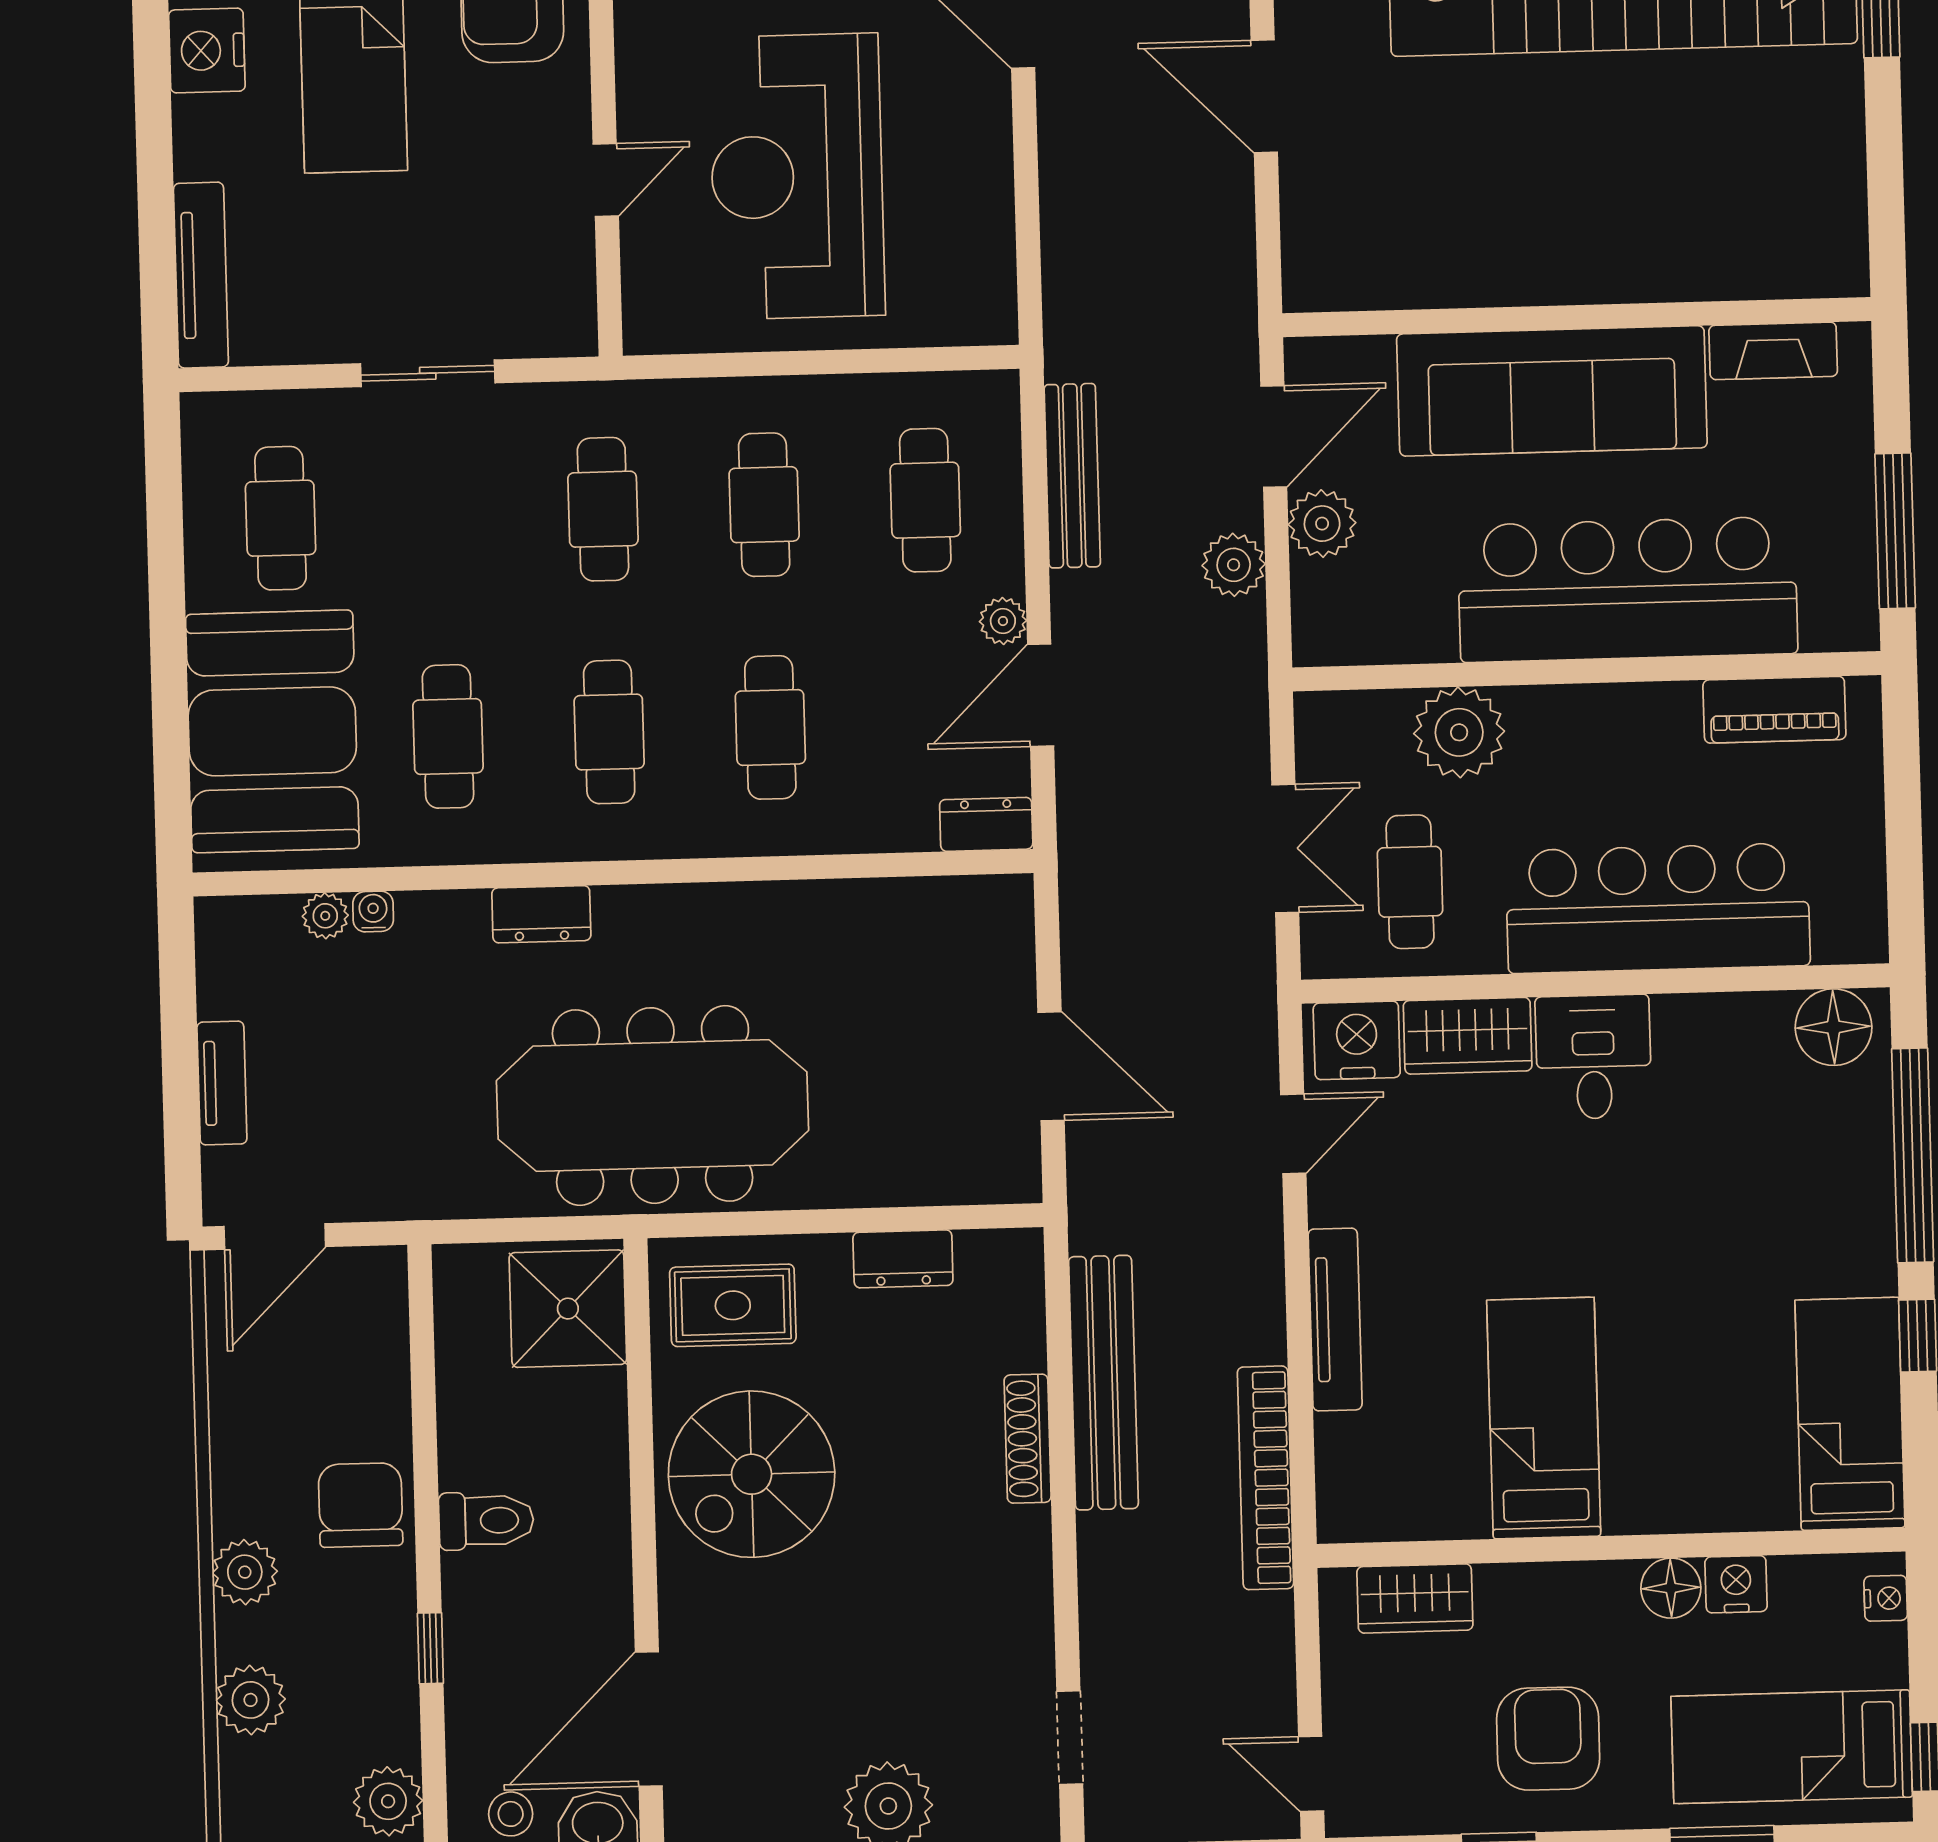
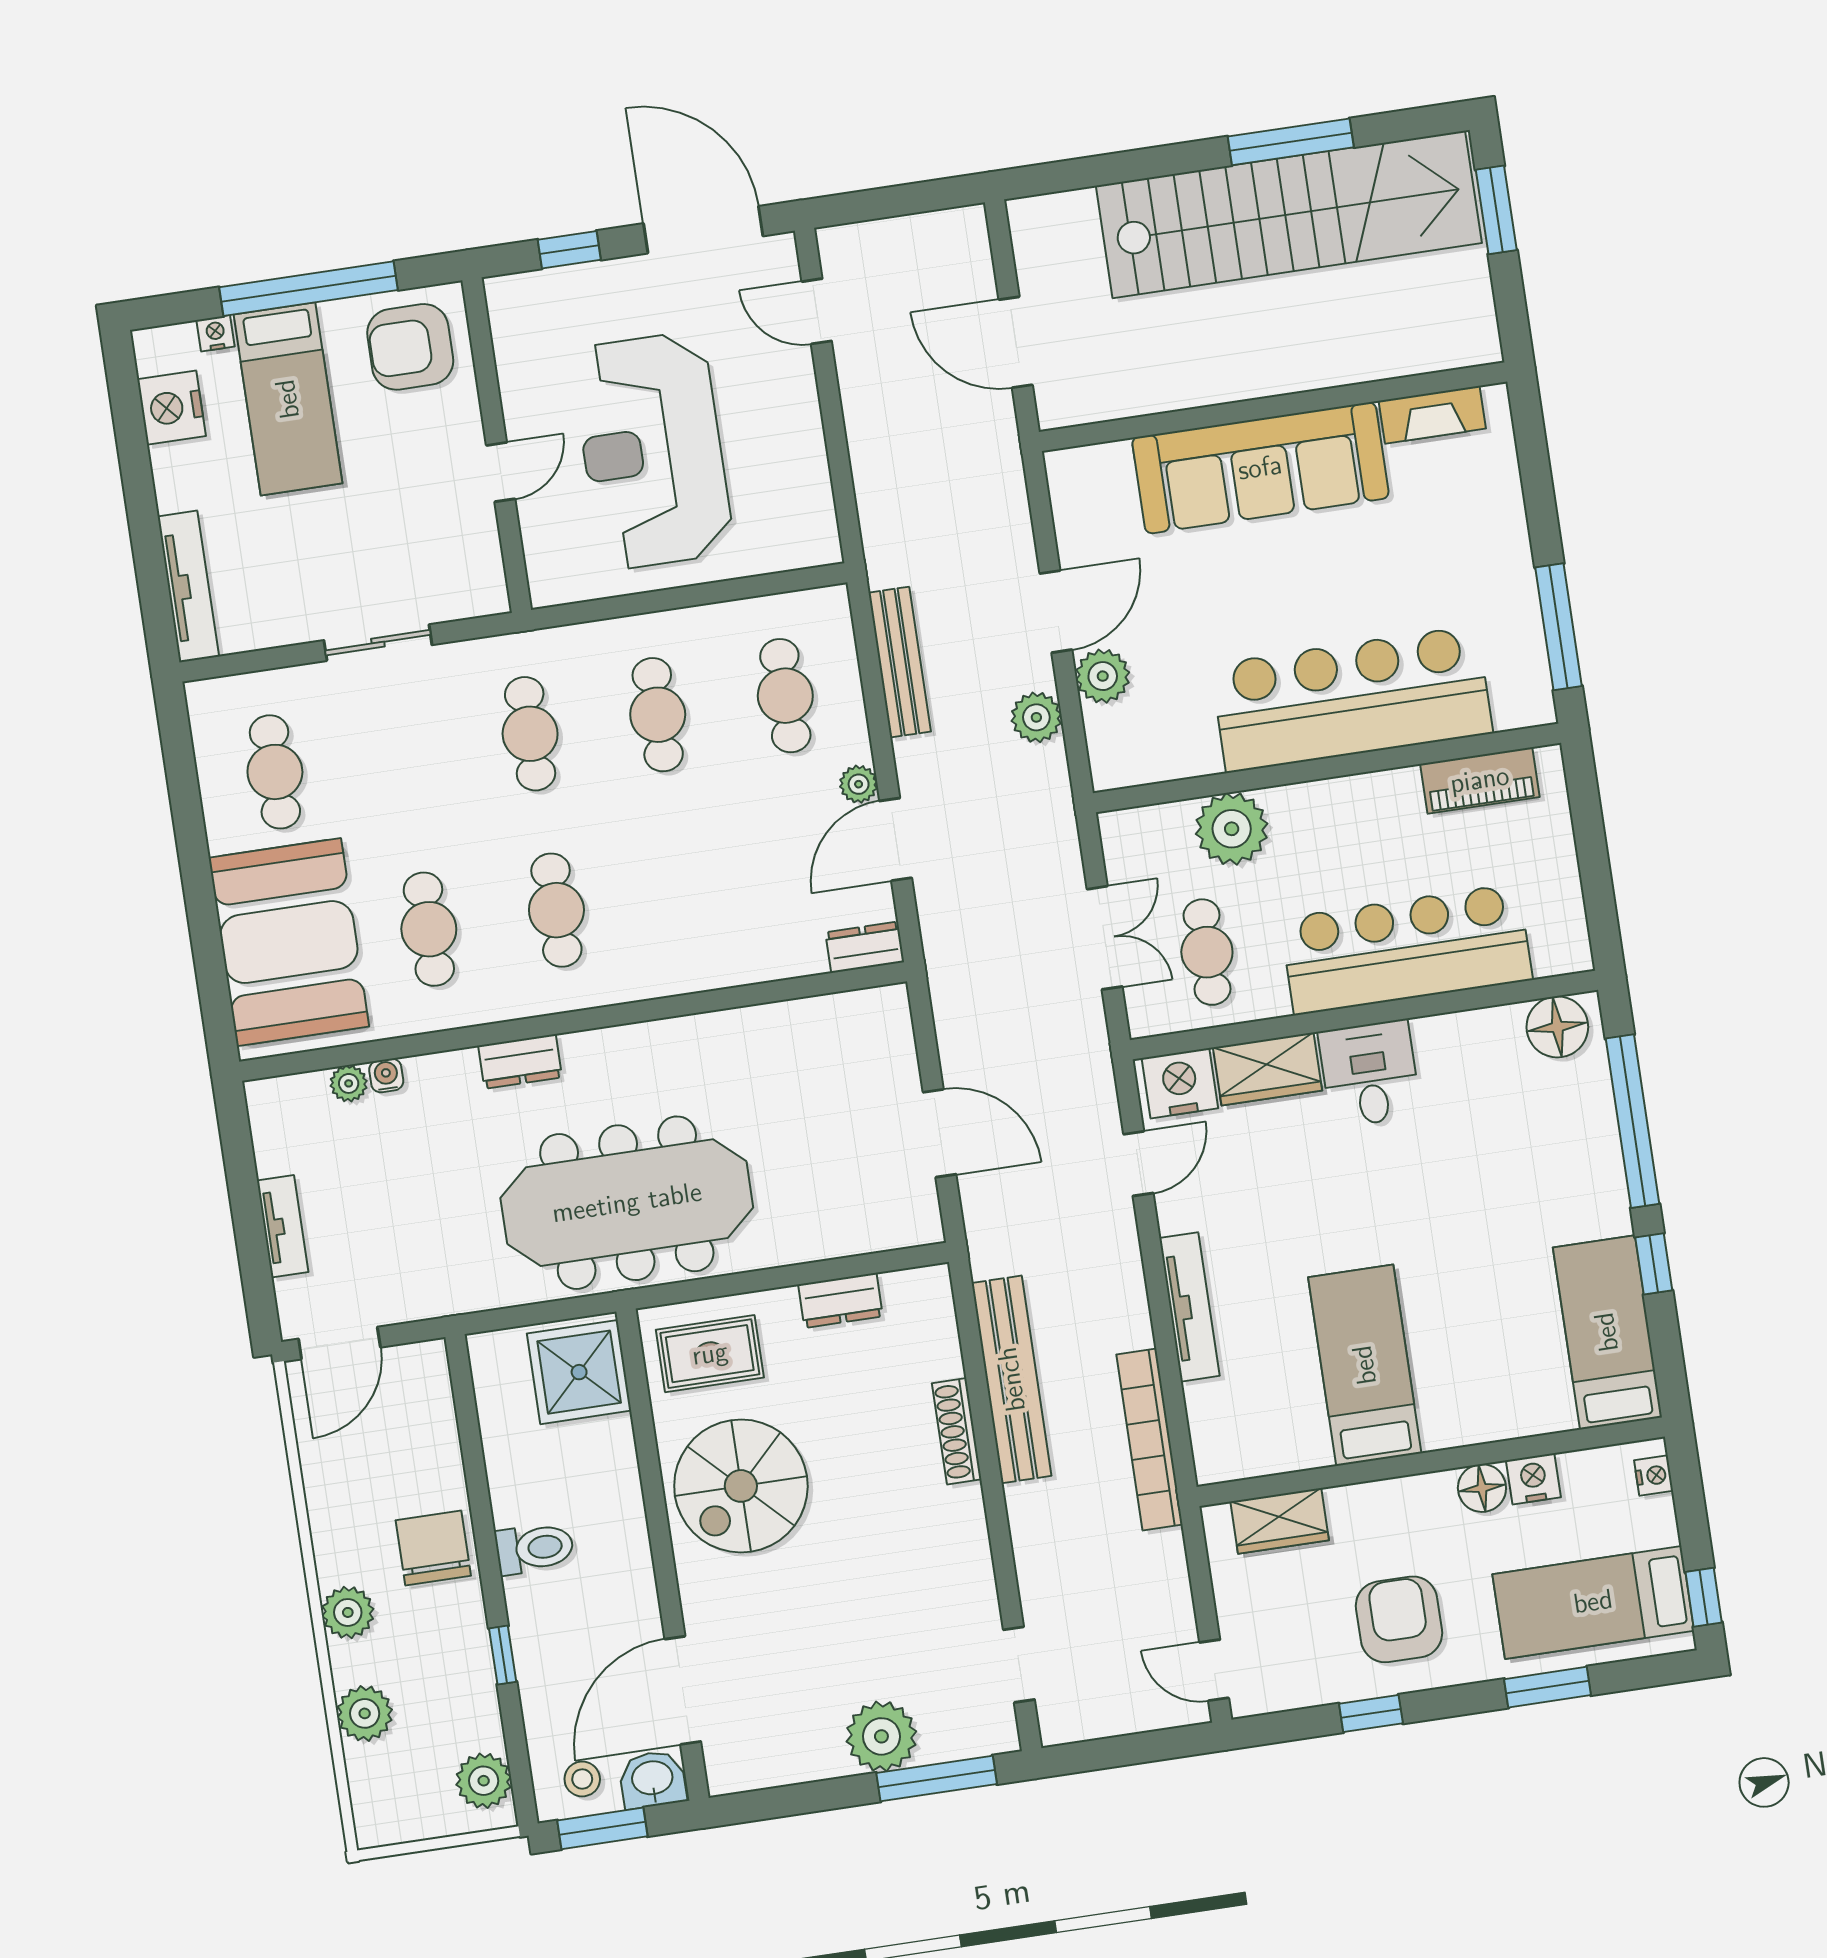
wall: (1577, 317) -> (1273, 407), moved
fireplace: (1773, 351) -> (1432, 415), moved
sofa: (1552, 391) -> (1260, 468), moved
cafe table: (770, 727) -> (684, 891), removed

